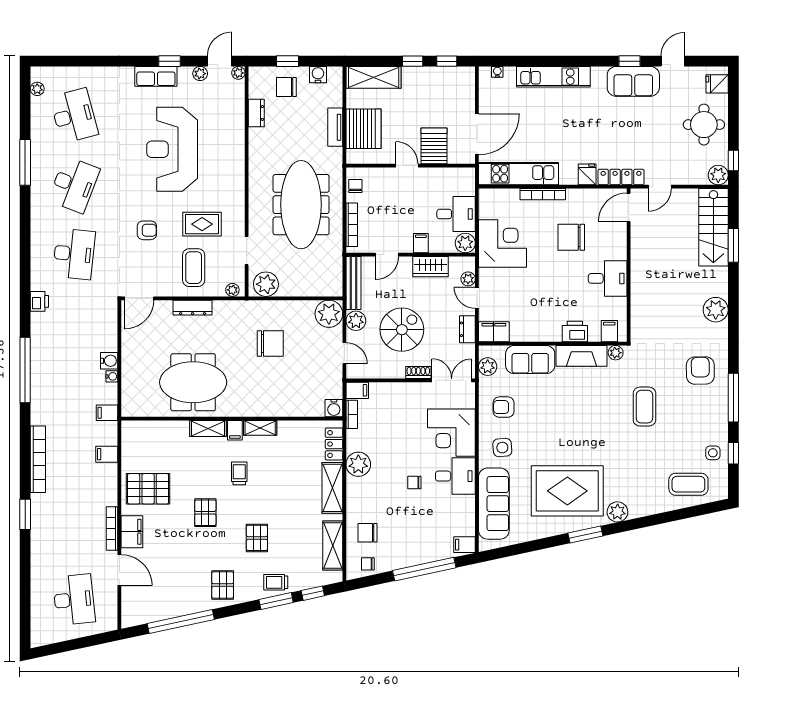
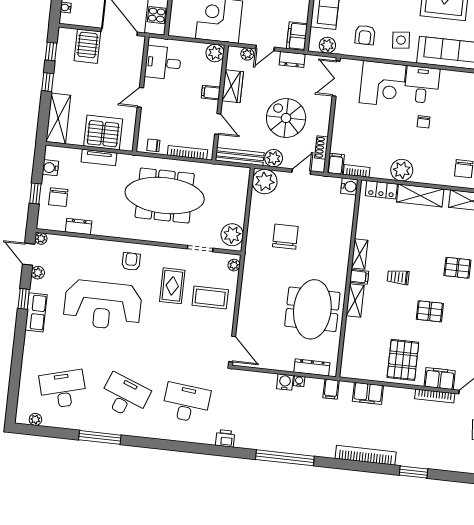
server rack: (434, 146) -> (87, 46), moved, turned -90
desk: (456, 214) -> (163, 63), moved, turned -90
armchair: (147, 230) -> (131, 262), moved
dresser: (193, 308) -> (312, 367), moved, turned -90
shoe rack: (418, 372) -> (321, 147), moved
filing cabinet: (107, 454) -> (368, 393), width x2.00

